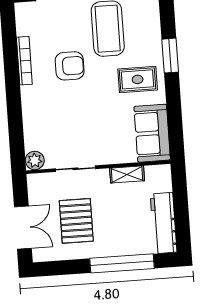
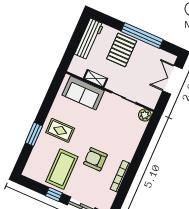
sofa: (152, 133) -> (83, 93), moved, turned 90
pallet: (76, 221) -> (122, 50), moved
window: (122, 263) -> (142, 36), moved

